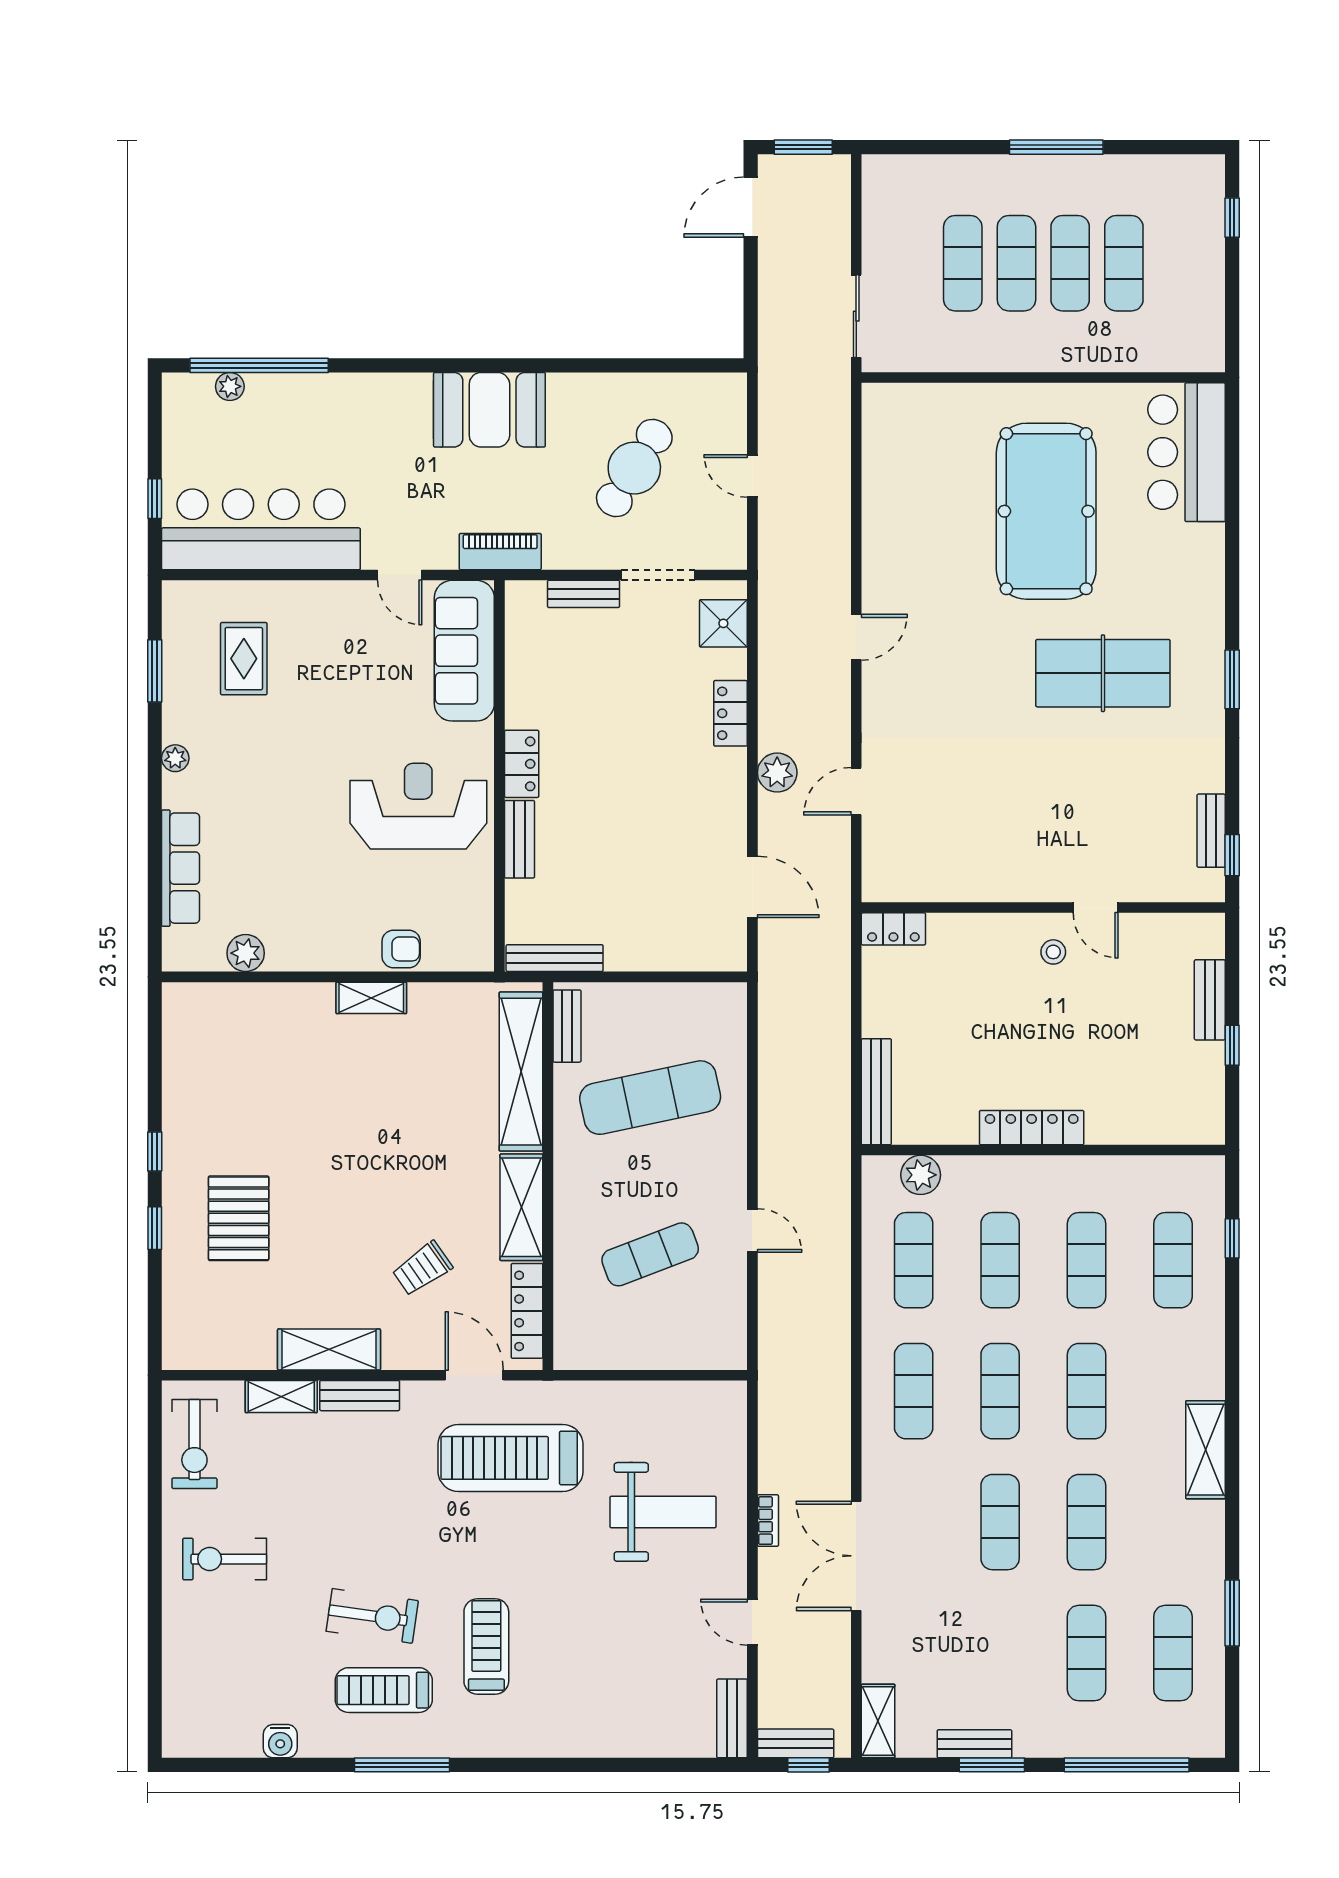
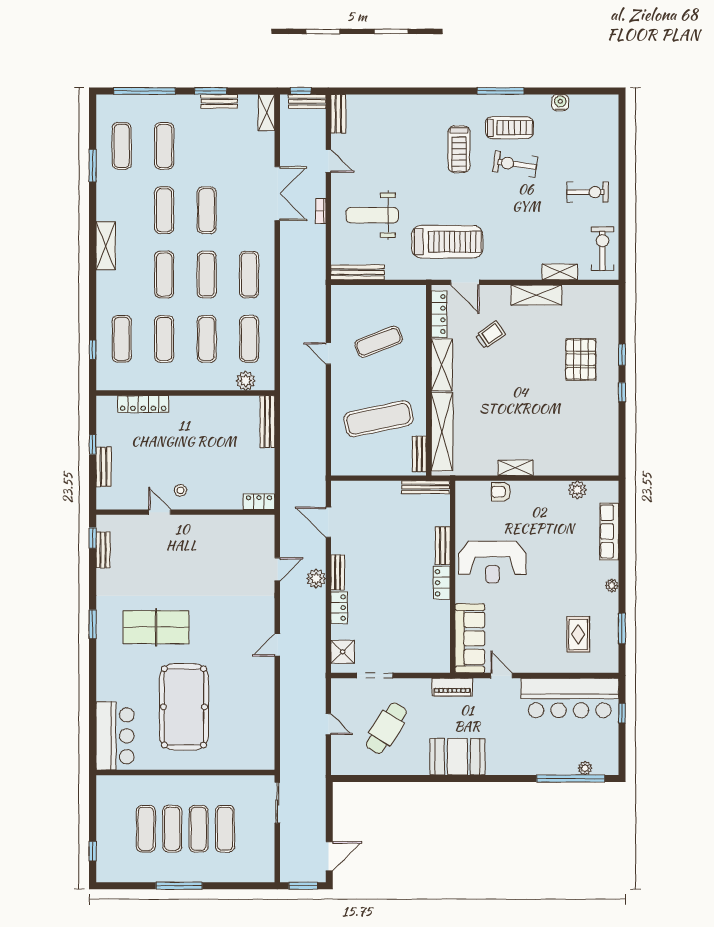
bench: (584, 594) -> (338, 572), moved, turned 90
locker: (1032, 1128) -> (143, 404), moved
bench: (360, 1396) -> (358, 272), moved, width x1.36

